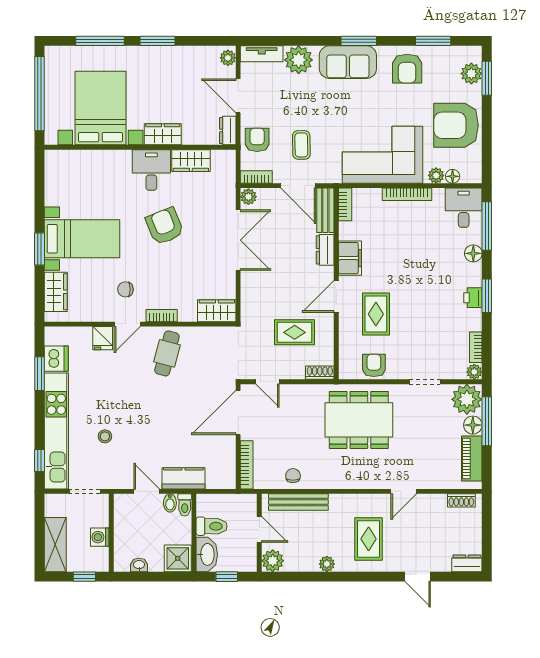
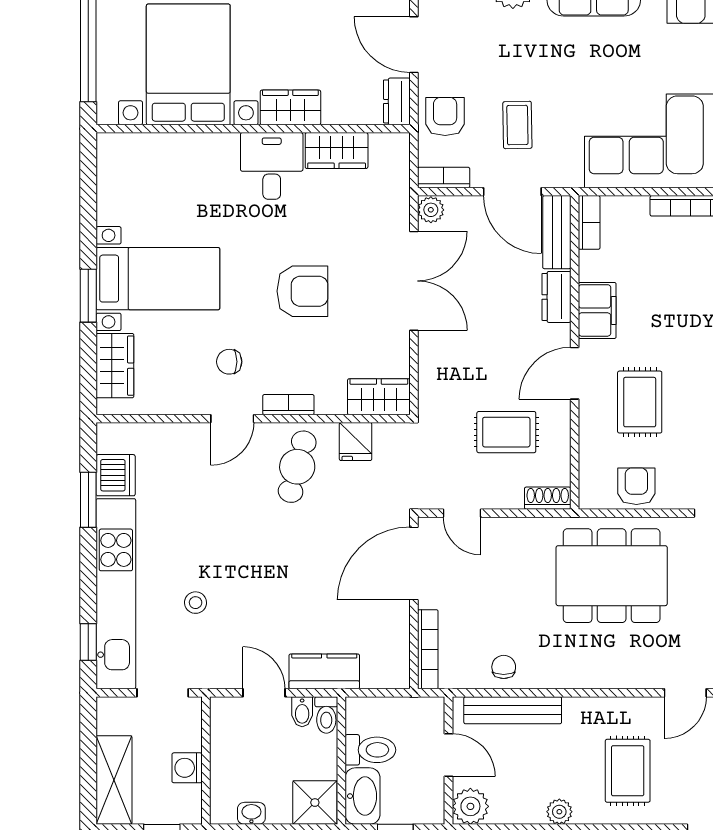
armchair: (165, 226) -> (302, 291), moved, turned 112
fridge: (103, 338) -> (356, 442), moved

